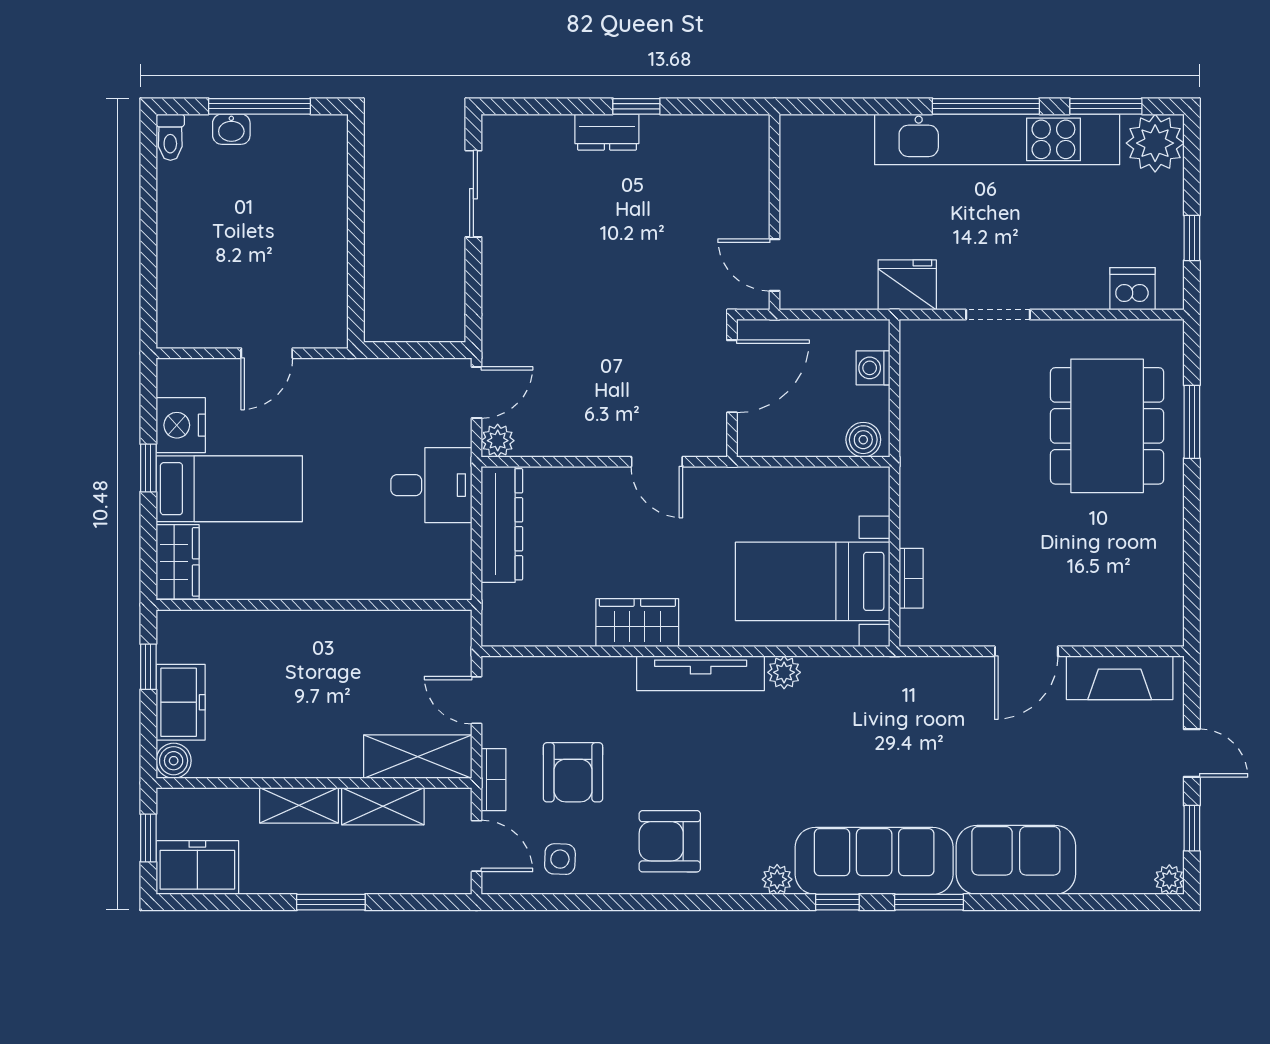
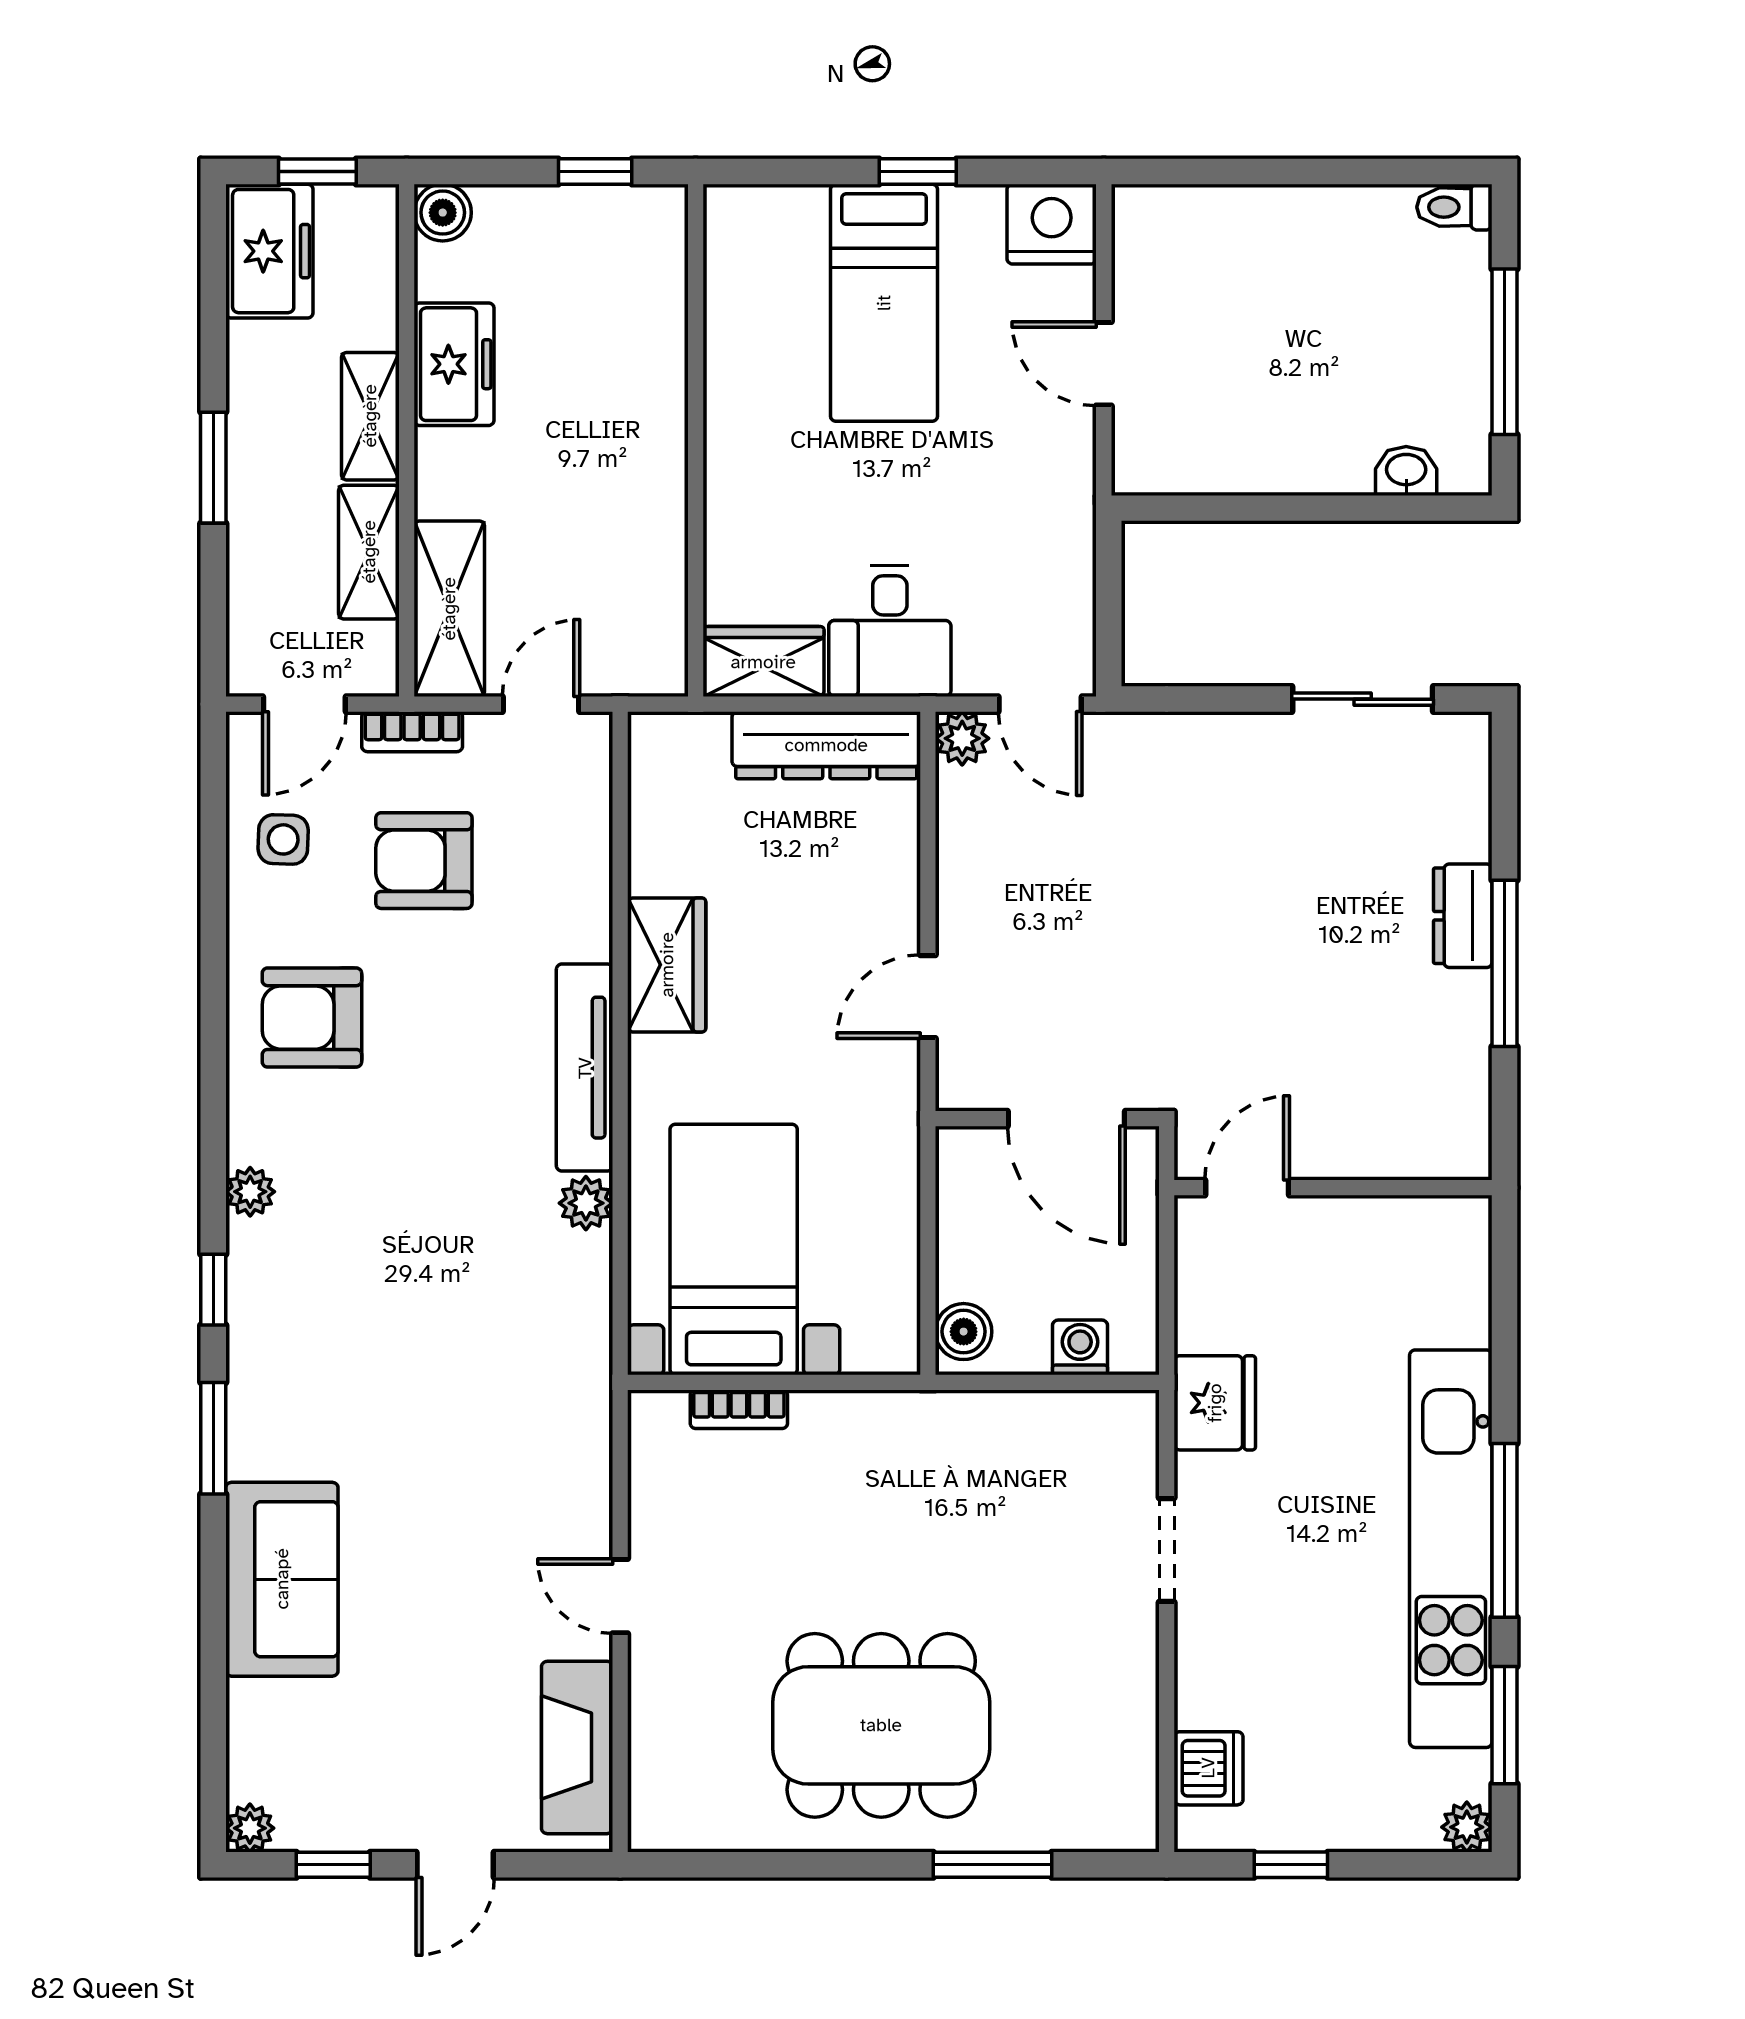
window: (636, 106) -> (1504, 963), width x2.17
washbasin: (231, 129) -> (1406, 471), moved, turned 90
plant: (1155, 143) -> (1467, 1827), width x0.53, depth x0.53
nightstand: (181, 425) -> (1052, 224), moved
dining table: (1107, 426) -> (881, 1725), moved
wardrobe: (178, 562) -> (763, 662), moved, turned 180
door: (1026, 651) -> (620, 1596), width x0.73
freezer: (181, 702) -> (454, 364), moved, turned -90
armchair: (670, 841) -> (312, 1018), turned -90
sofa: (874, 861) -> (280, 1349), removed

